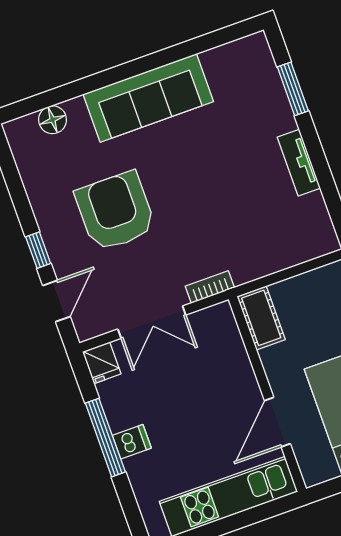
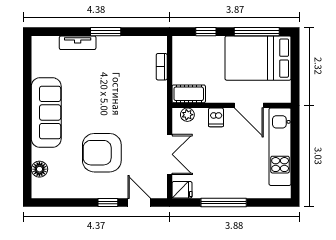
window: (293, 89) -> (106, 32), moved
tv unit: (299, 163) -> (78, 43), moved
bookcase: (210, 287) -> (162, 67), moved
plant: (227, 328) -> (187, 115), added
dishwasher: (132, 442) -> (216, 117), moved, turned 180

